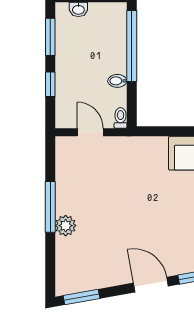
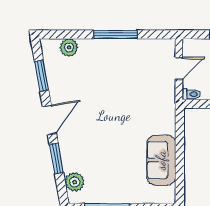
plant: (66, 226) -> (69, 47), moved
window: (81, 297) -> (42, 76), moved

